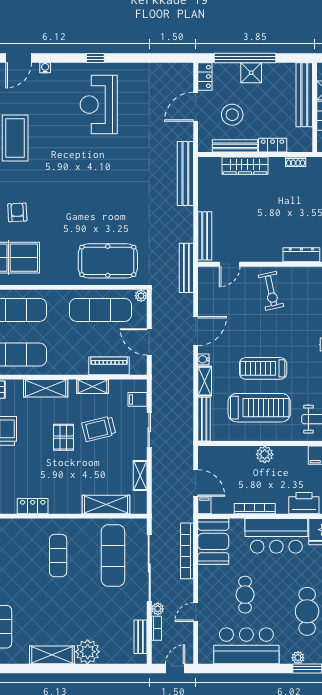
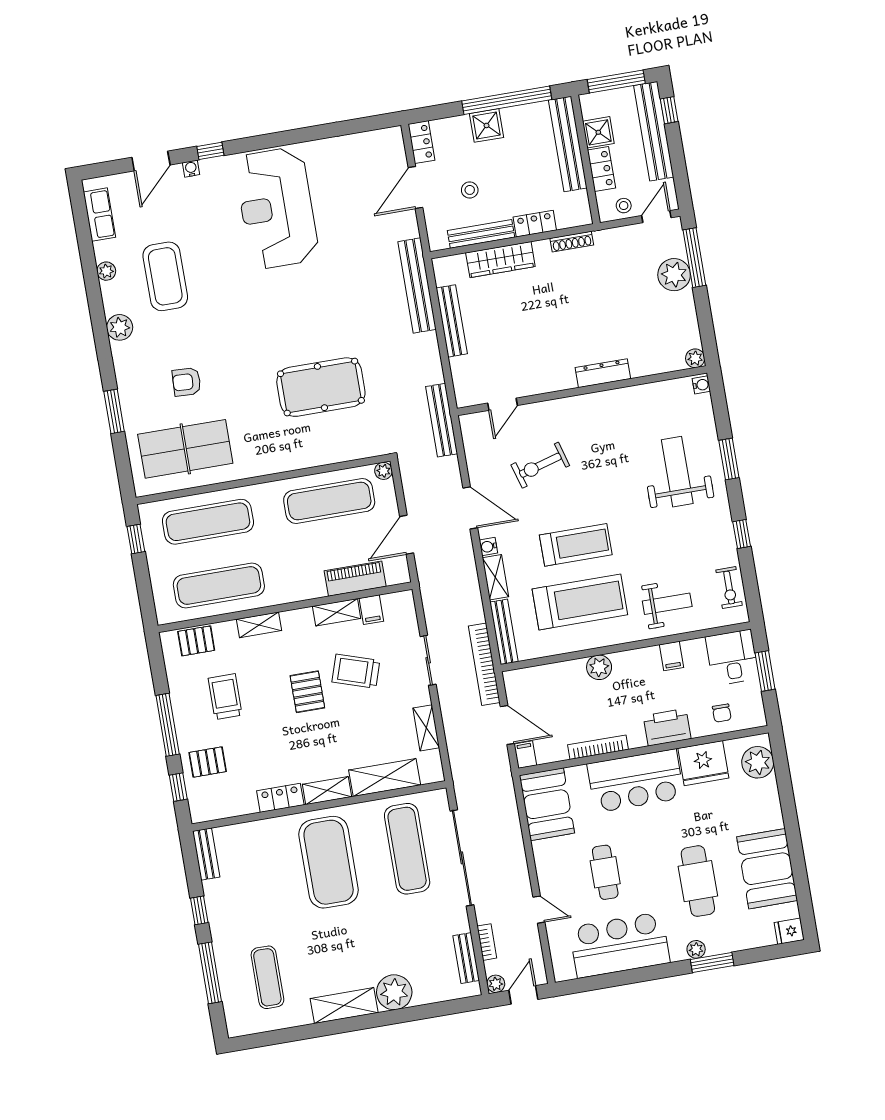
window: (95, 58) -> (210, 151), moved
window: (245, 58) -> (507, 100), moved
reception desk: (99, 105) -> (277, 208), width x1.36, depth x1.30
stool: (232, 115) -> (470, 190), width x0.53, depth x0.53
shoe rack: (296, 162) -> (572, 242), width x1.43
armchair: (17, 212) -> (187, 382), turned -84
bench: (205, 236) -> (452, 321), moved
pool table: (108, 261) -> (321, 387), moved
exercise bike: (271, 291) -> (540, 465), moved, turned 86
door: (196, 331) -> (470, 508), hinge flipped
door: (149, 342) -> (407, 535), hinge flipped
treadmill: (263, 368) -> (576, 545), turned 180
shelving: (46, 388) -> (259, 625), width x0.67, depth x0.75
filing cabinet: (138, 399) -> (371, 610), moved, turned -90
trolley: (99, 429) -> (356, 671), turned 32
shelving: (65, 507) -> (327, 791), added
bookcase: (187, 551) -> (484, 664), moved
exercise mat: (58, 556) -> (329, 862), width x2.00, depth x1.45
plant: (158, 609) -> (496, 984), moved
door: (196, 612) -> (539, 910), swing flipped

